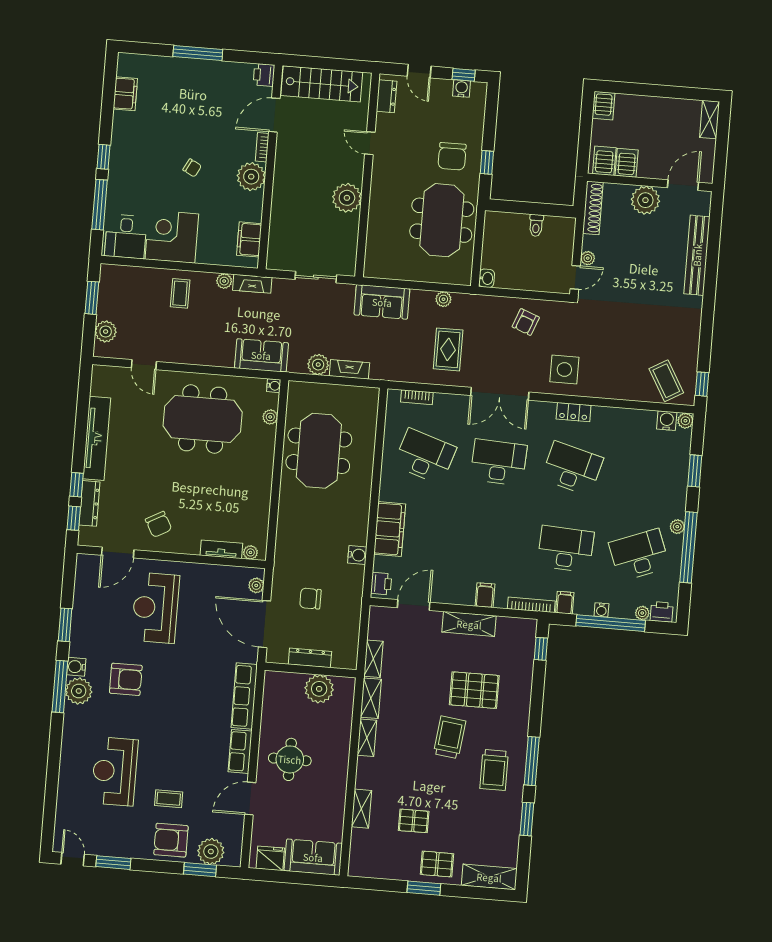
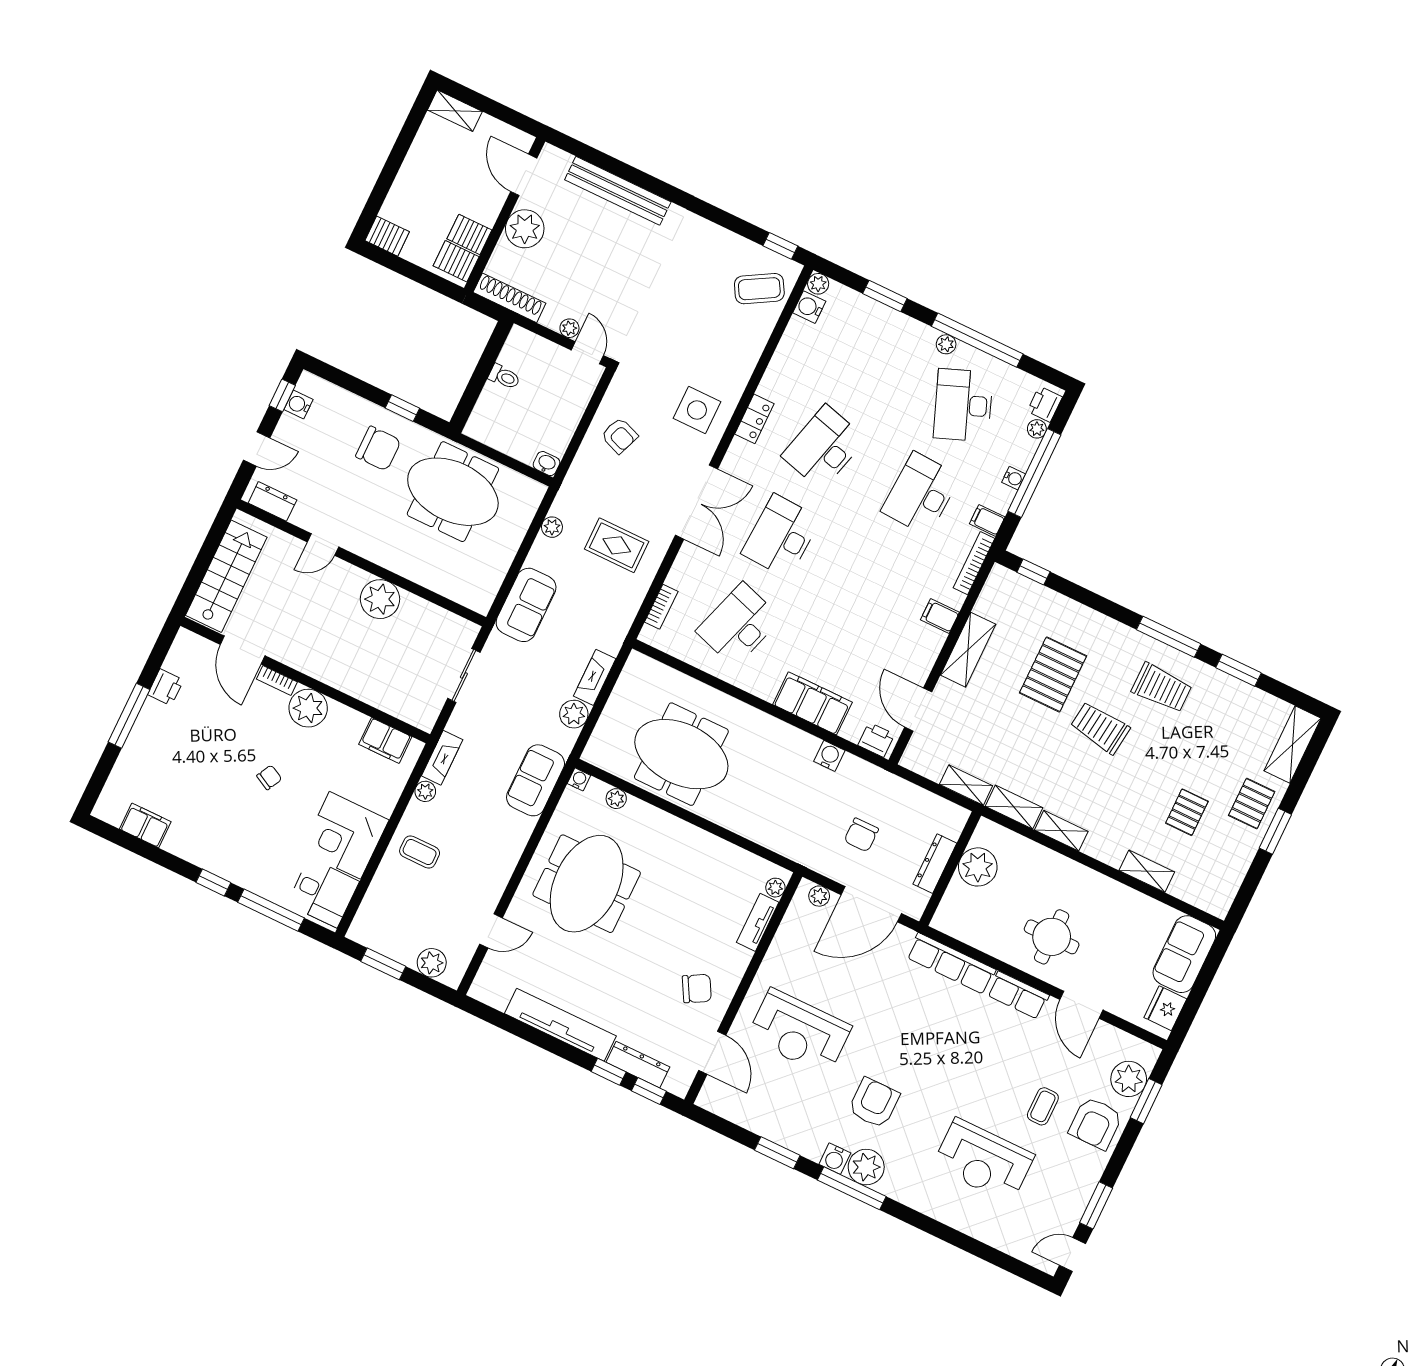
printer: (264, 75) -> (166, 687), moved, turned -90

